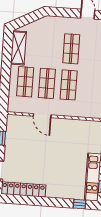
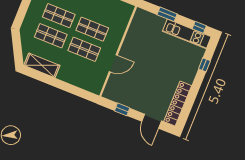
shop shelf: (25, 82) -> (51, 36), moved
window: (80, 204) -> (204, 65), moved

